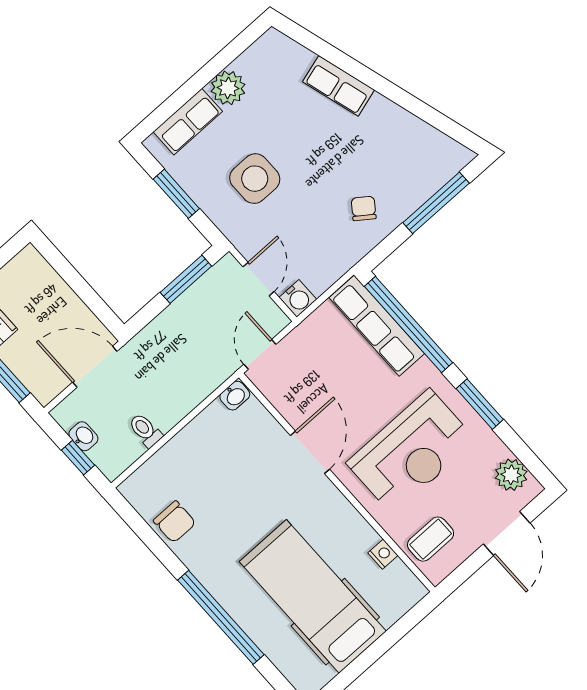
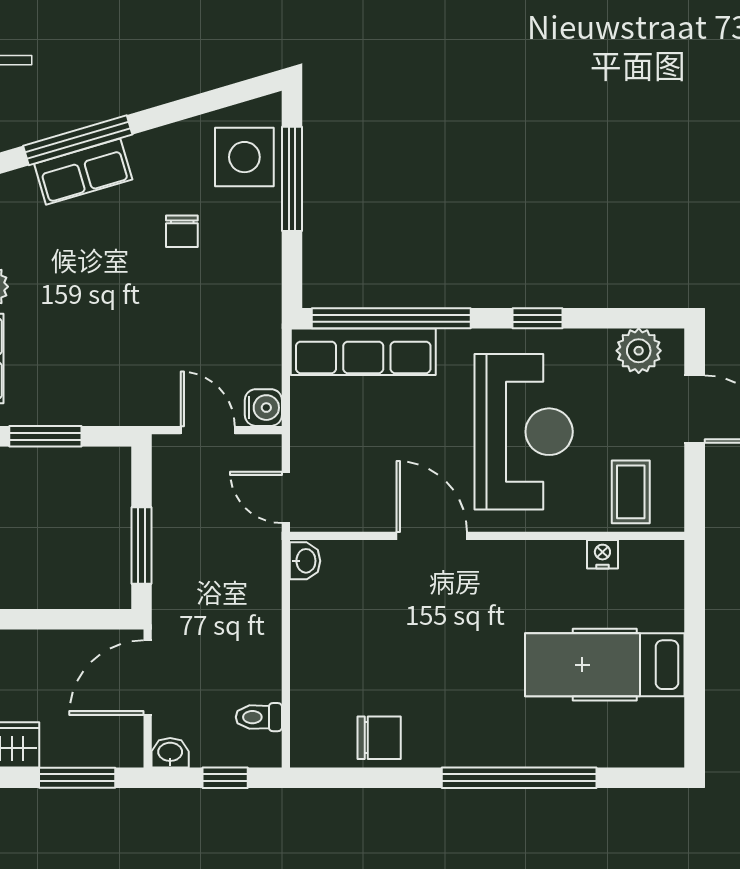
window: (353, 68) -> (78, 140), added
side table: (255, 179) -> (244, 157), moved
chair: (364, 208) -> (182, 231), moved, turned -126
window: (186, 279) -> (142, 545), moved
window: (480, 404) -> (538, 318), width x0.67
toilet: (145, 430) -> (259, 717), moved
washbasin: (83, 436) -> (170, 753), moved
hospital bed: (313, 596) -> (605, 665), width x0.73, depth x0.78

